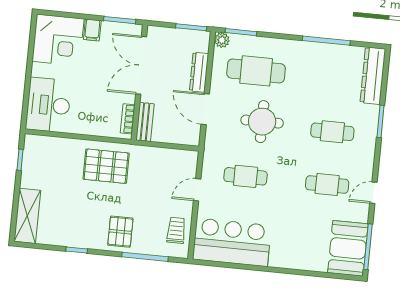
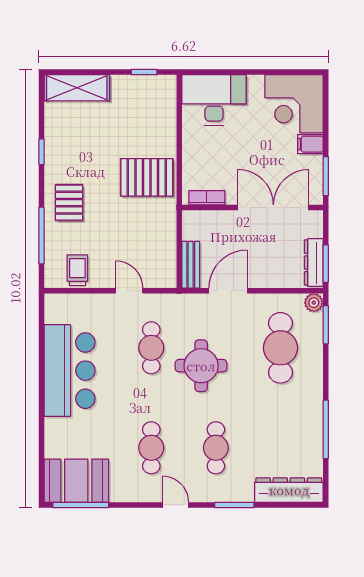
dresser: (199, 72) -> (314, 263), moved, turned -90
bench: (145, 122) -> (191, 265), moved, turned 90
round table: (262, 122) -> (201, 366), moved
pallet: (106, 166) -> (147, 177), turned 90
door: (373, 193) -> (175, 505), moved
trolley: (176, 230) -> (77, 270), turned -90
pallet: (120, 232) -> (69, 203), turned 90
bar counter: (232, 242) -> (70, 371), moved

